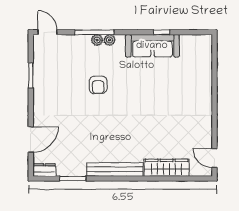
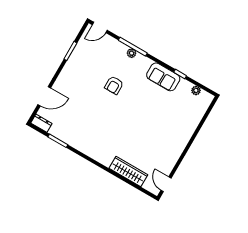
door: (47, 32) -> (100, 27), swing flipped
plant: (109, 40) -> (196, 90), moved
sofa: (152, 46) -> (163, 77), width x0.73
bench: (115, 169) -> (91, 152), removed

